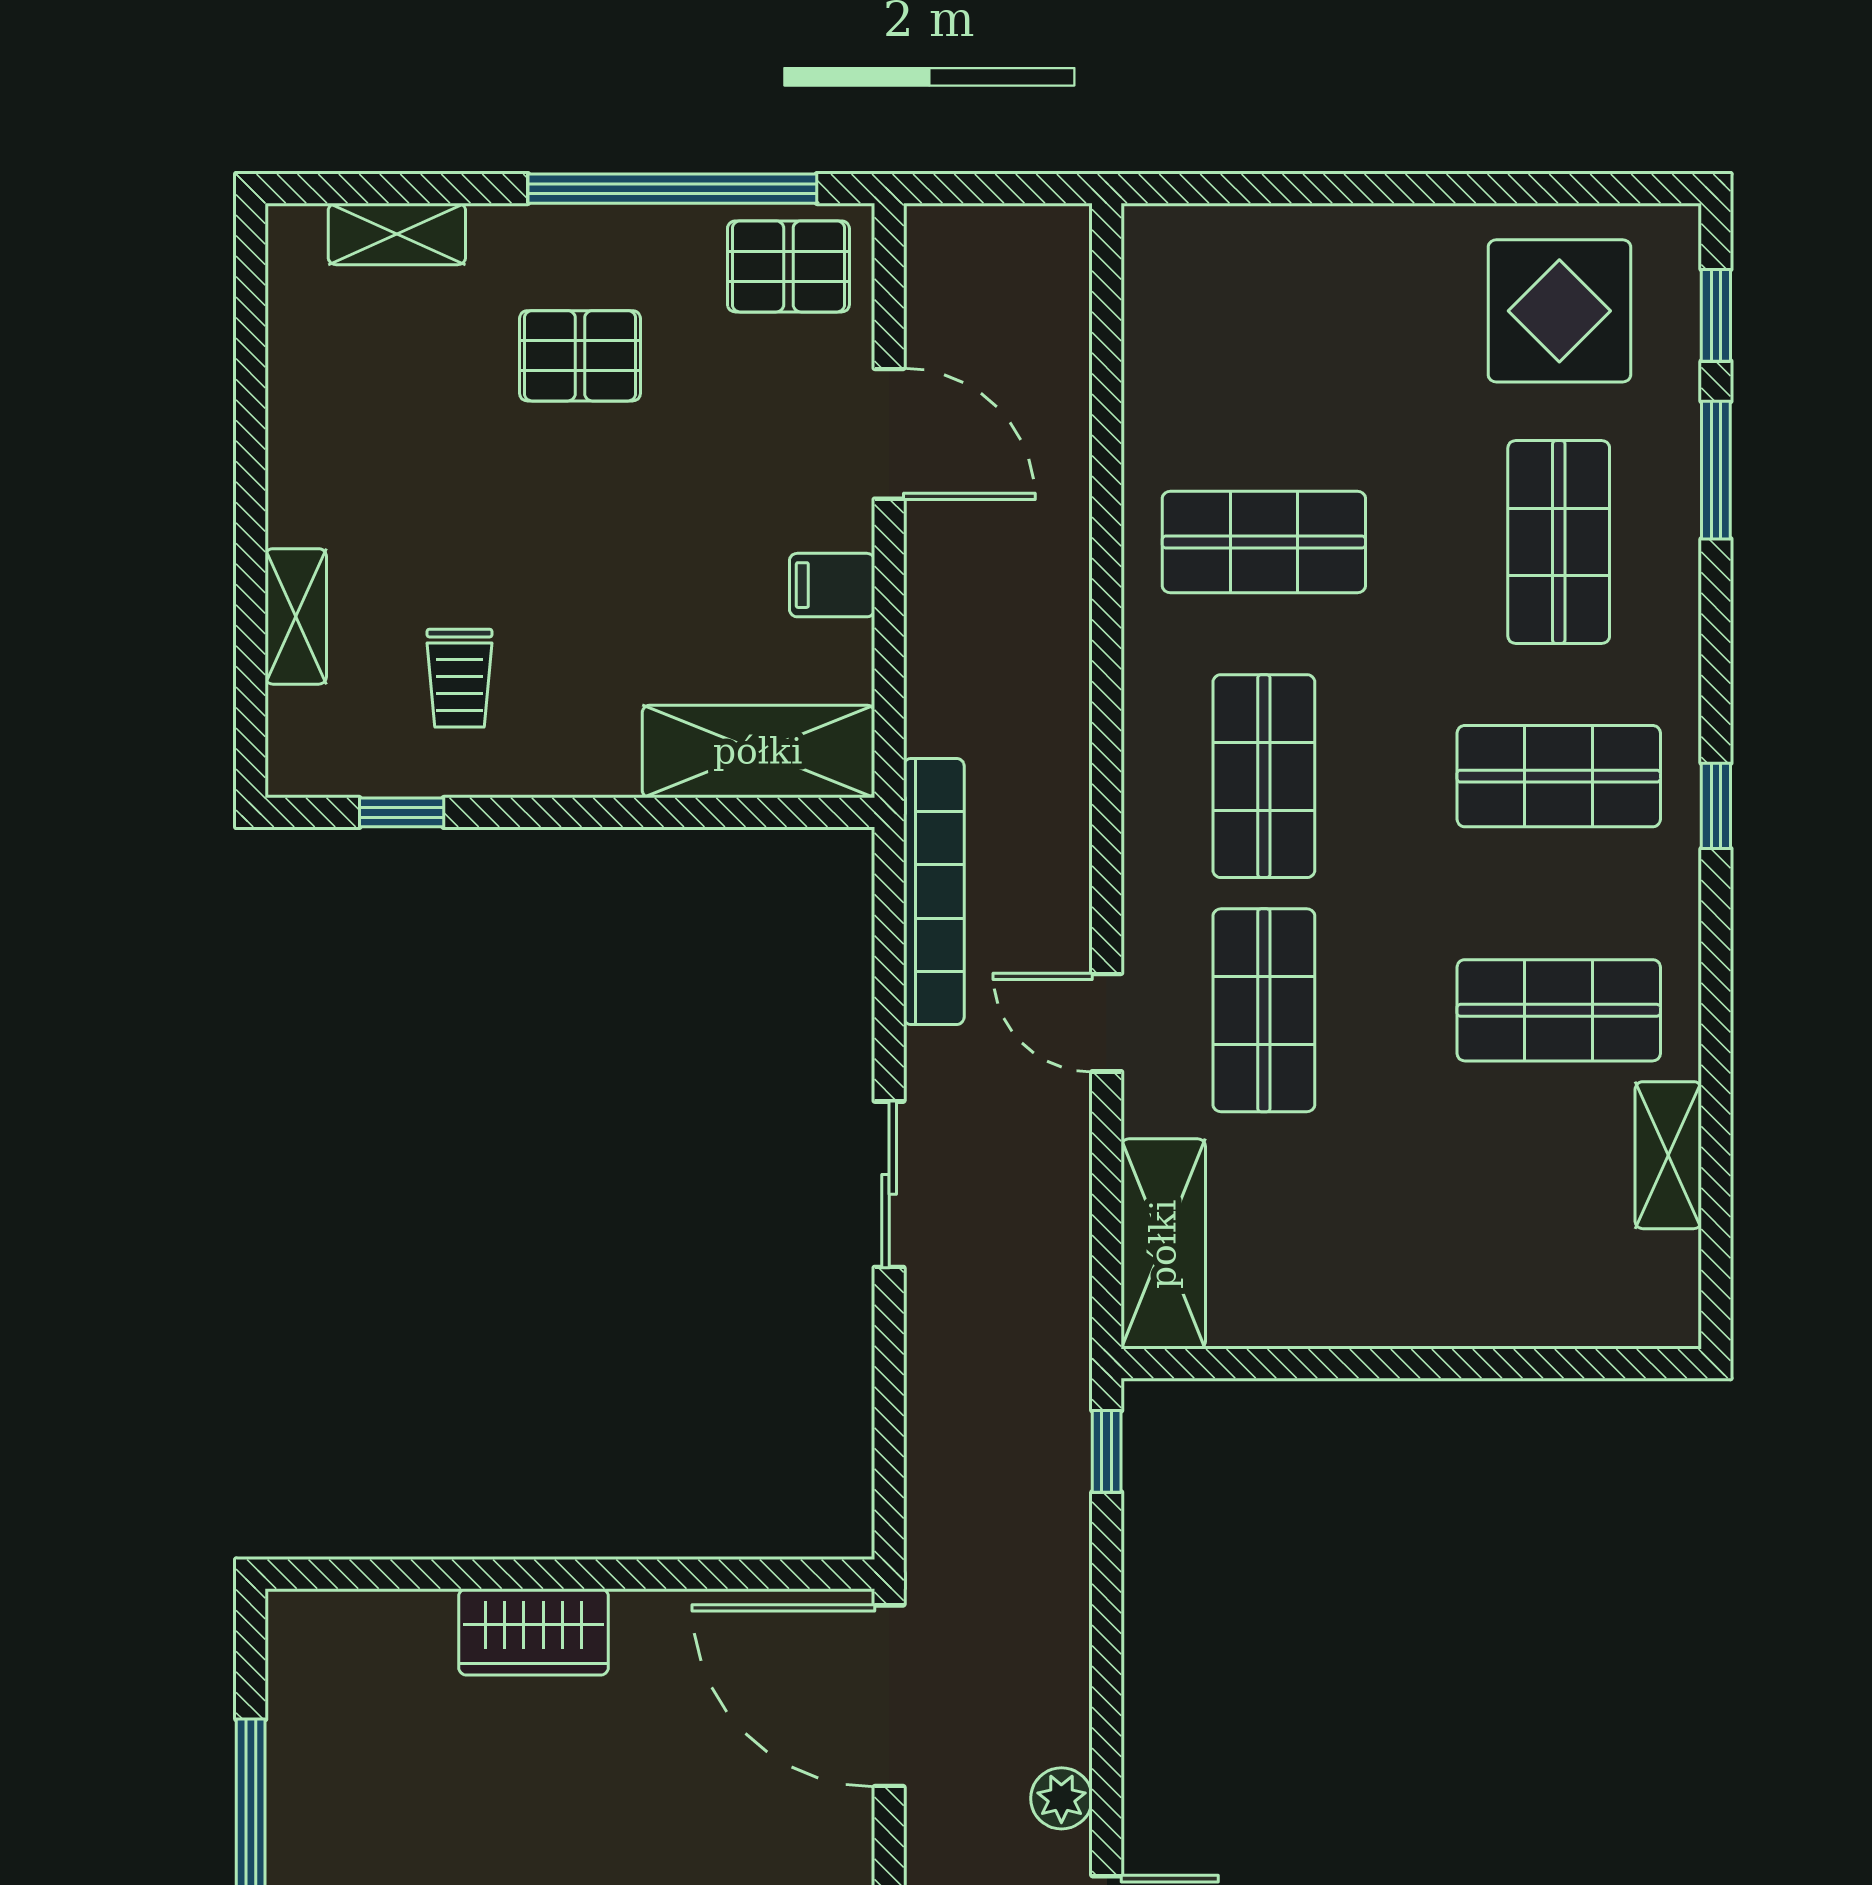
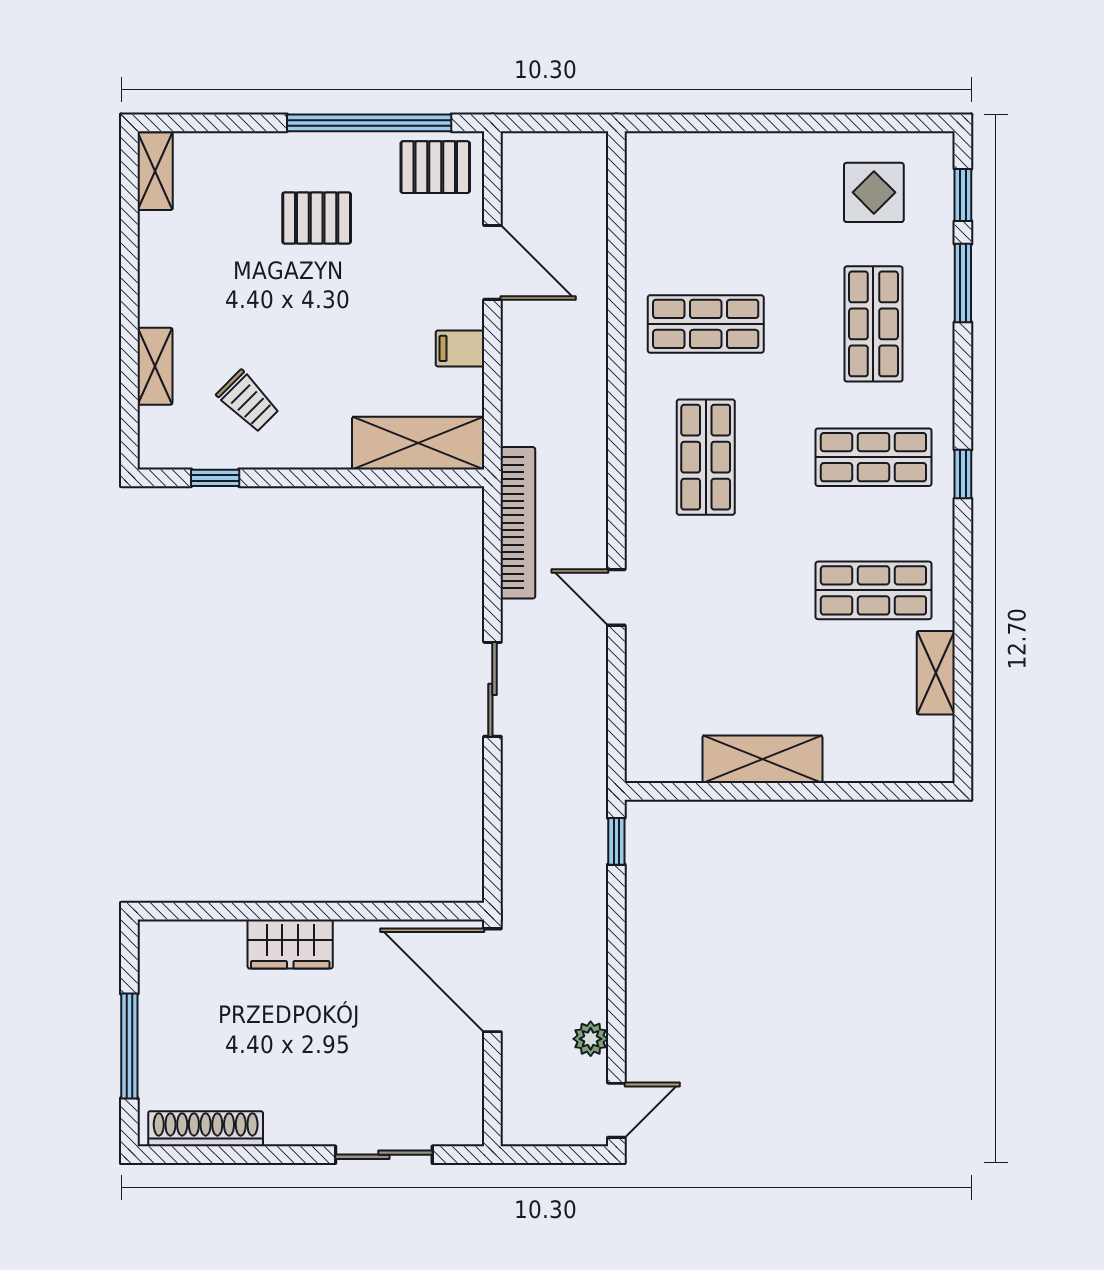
shelving: (397, 234) -> (155, 171), moved, turned 90
display table: (1559, 311) -> (874, 192), width x0.73, depth x0.73
trolley: (460, 678) -> (248, 401), turned -45
shop shelf: (1264, 1010) -> (706, 590), removed
shelving: (1163, 1244) -> (762, 759), moved, turned 90

